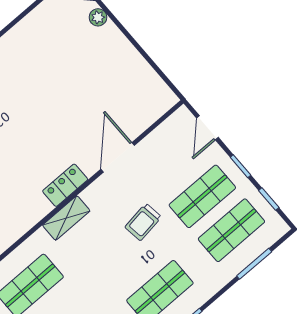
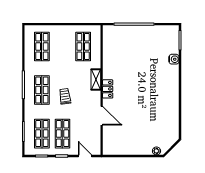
trolley: (143, 222) -> (65, 96), moved

